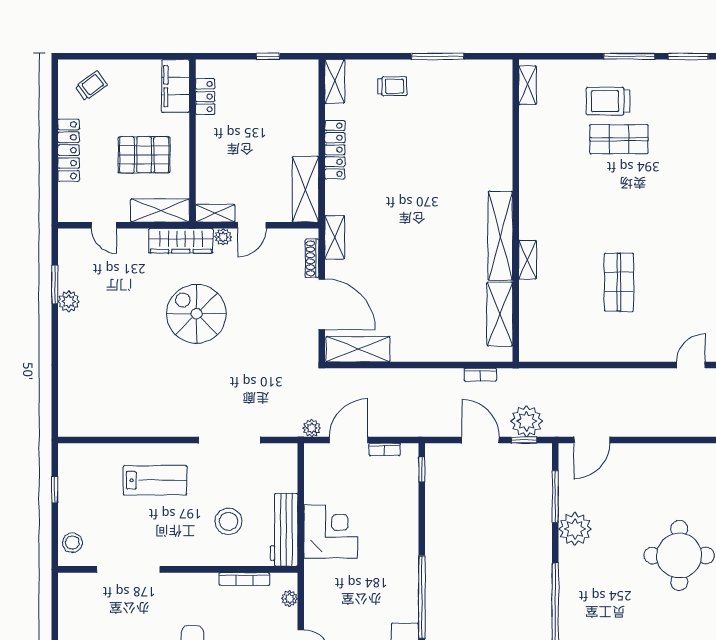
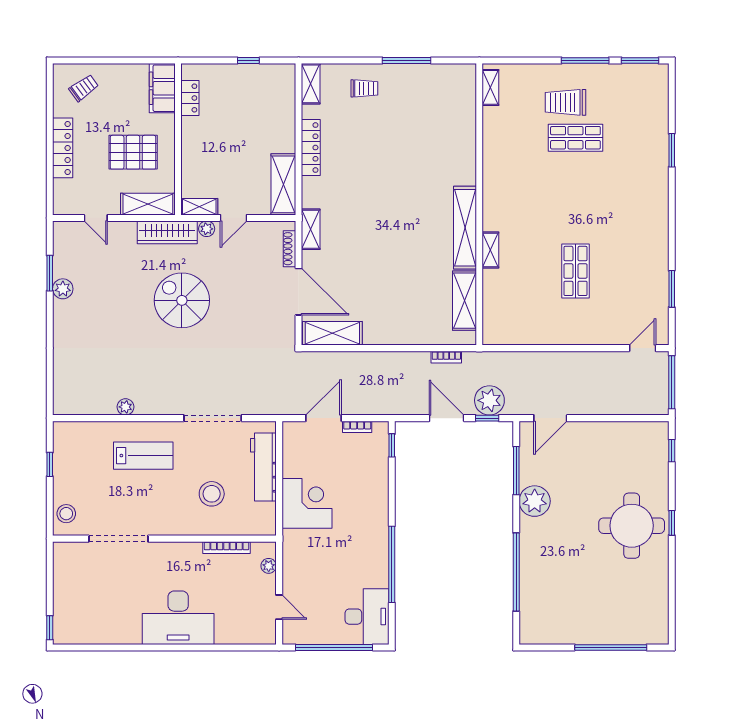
plant: (312, 428) -> (125, 407), moved
workbench: (284, 530) -> (263, 467), moved

